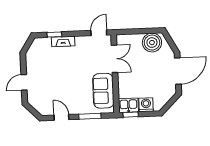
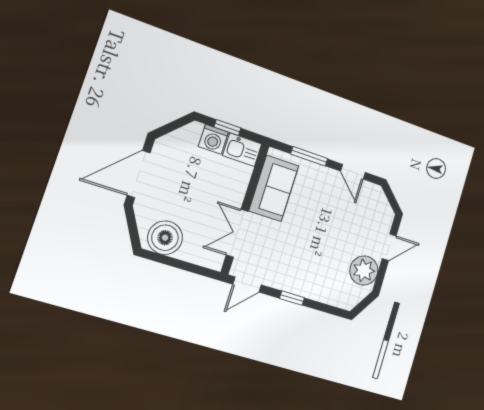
window: (54, 35) -> (292, 298), moved
fireplace: (63, 41) -> (308, 290), removed
plant: (34, 64) -> (364, 270), added
window: (131, 115) -> (227, 127), moved

